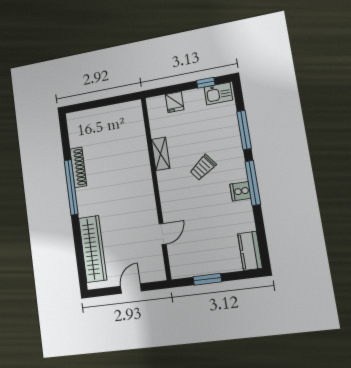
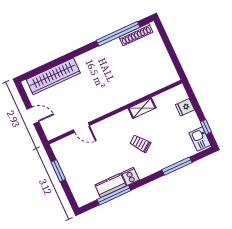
shoe rack: (78, 167) -> (136, 35), moved
window: (253, 183) -> (114, 195), moved
window: (71, 187) -> (118, 34), moved
kitchen counter: (250, 251) -> (111, 185), moved

